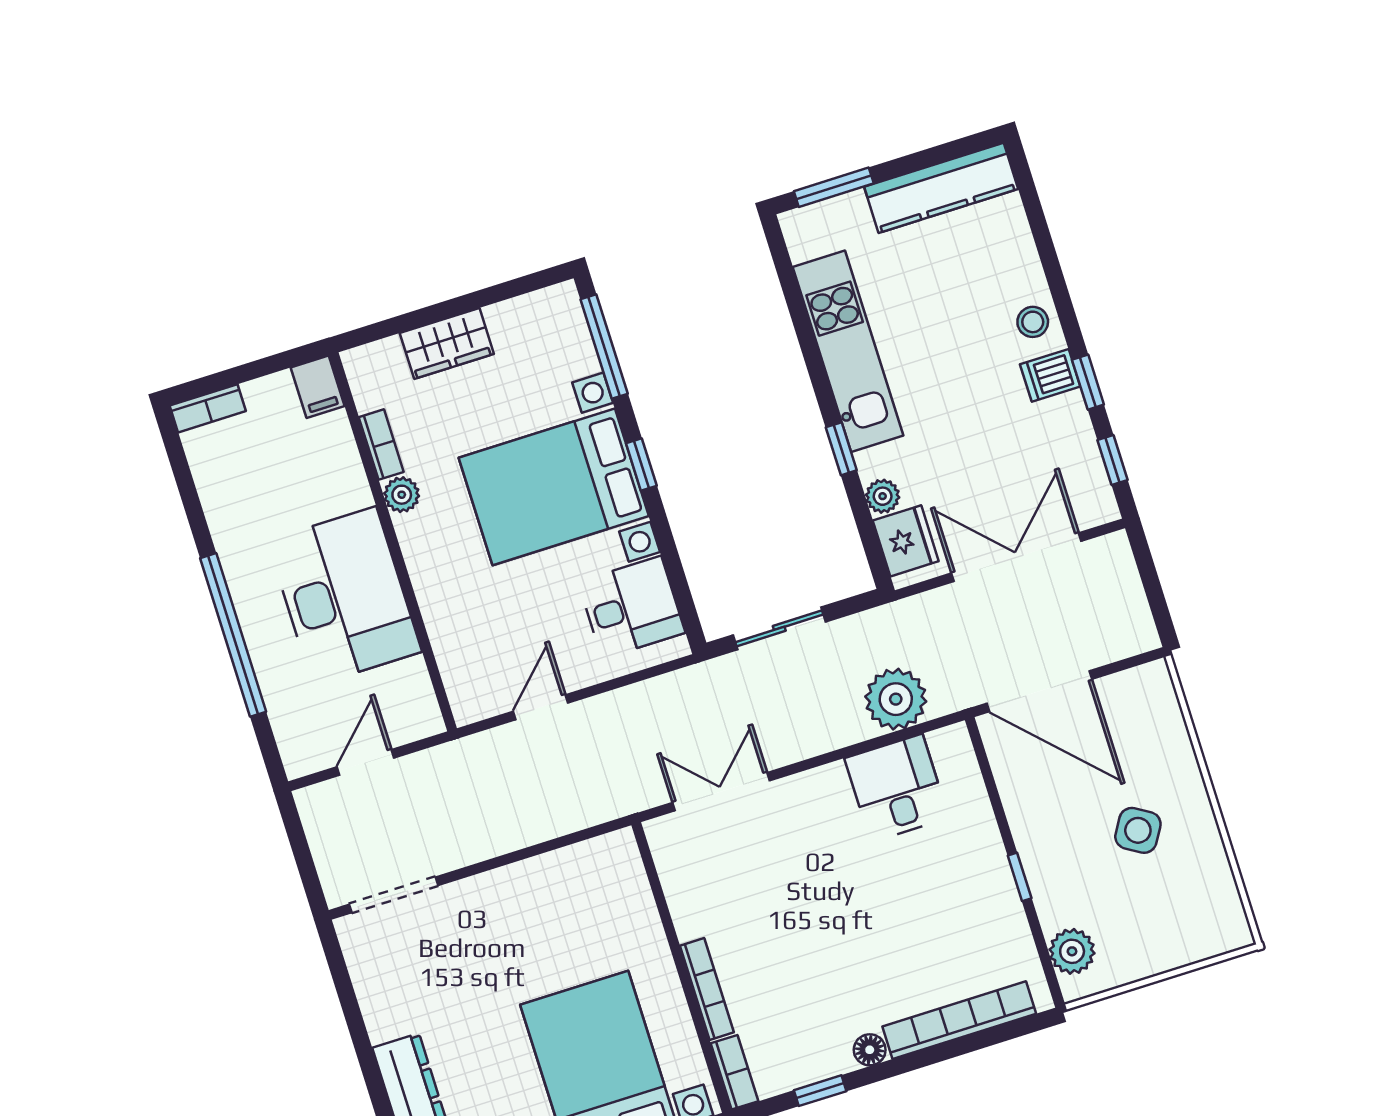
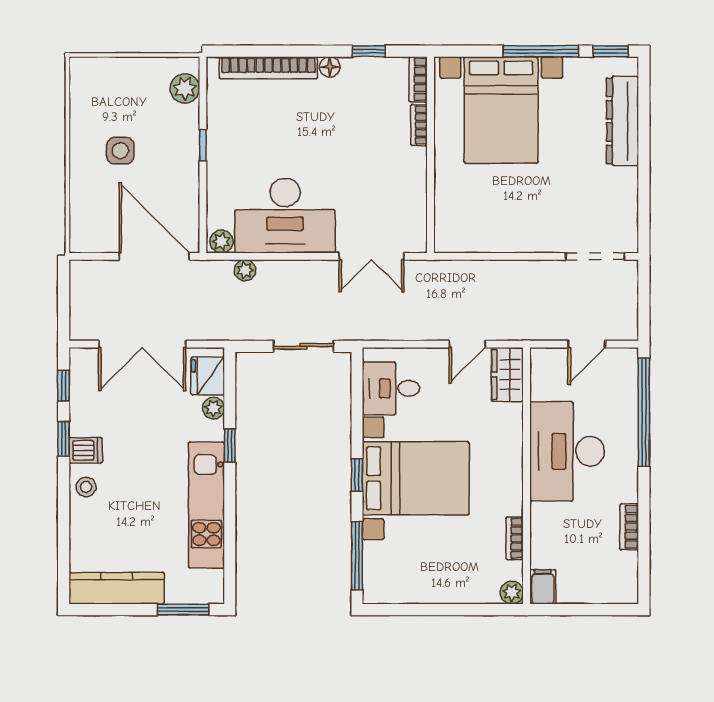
wardrobe: (447, 343) -> (507, 375), moved, turned -90
bookcase: (208, 408) -> (629, 527), moved, turned -90
plant: (402, 495) -> (512, 593), moved
window: (233, 635) -> (644, 412), moved
plant: (896, 699) -> (245, 270), width x0.53, depth x0.53
plant: (948, 744) -> (221, 242), added
desk: (897, 788) -> (285, 216), width x1.87, depth x1.30
side table: (1138, 830) -> (120, 151), turned -31
bookcase: (707, 989) -> (419, 125), width x0.64

